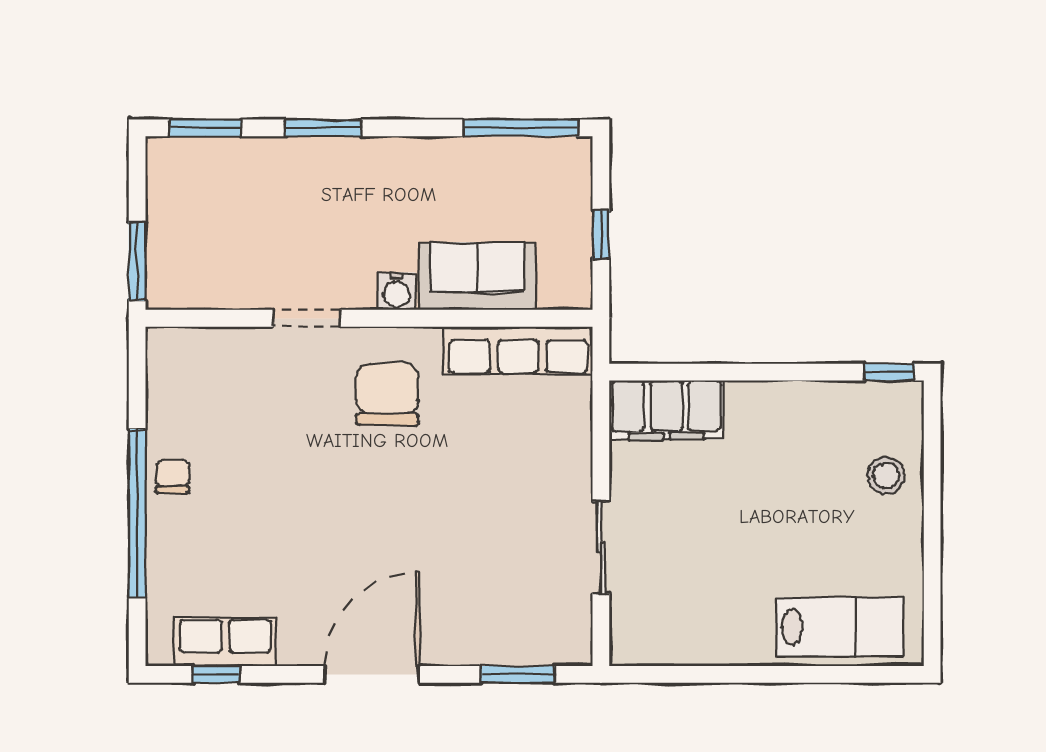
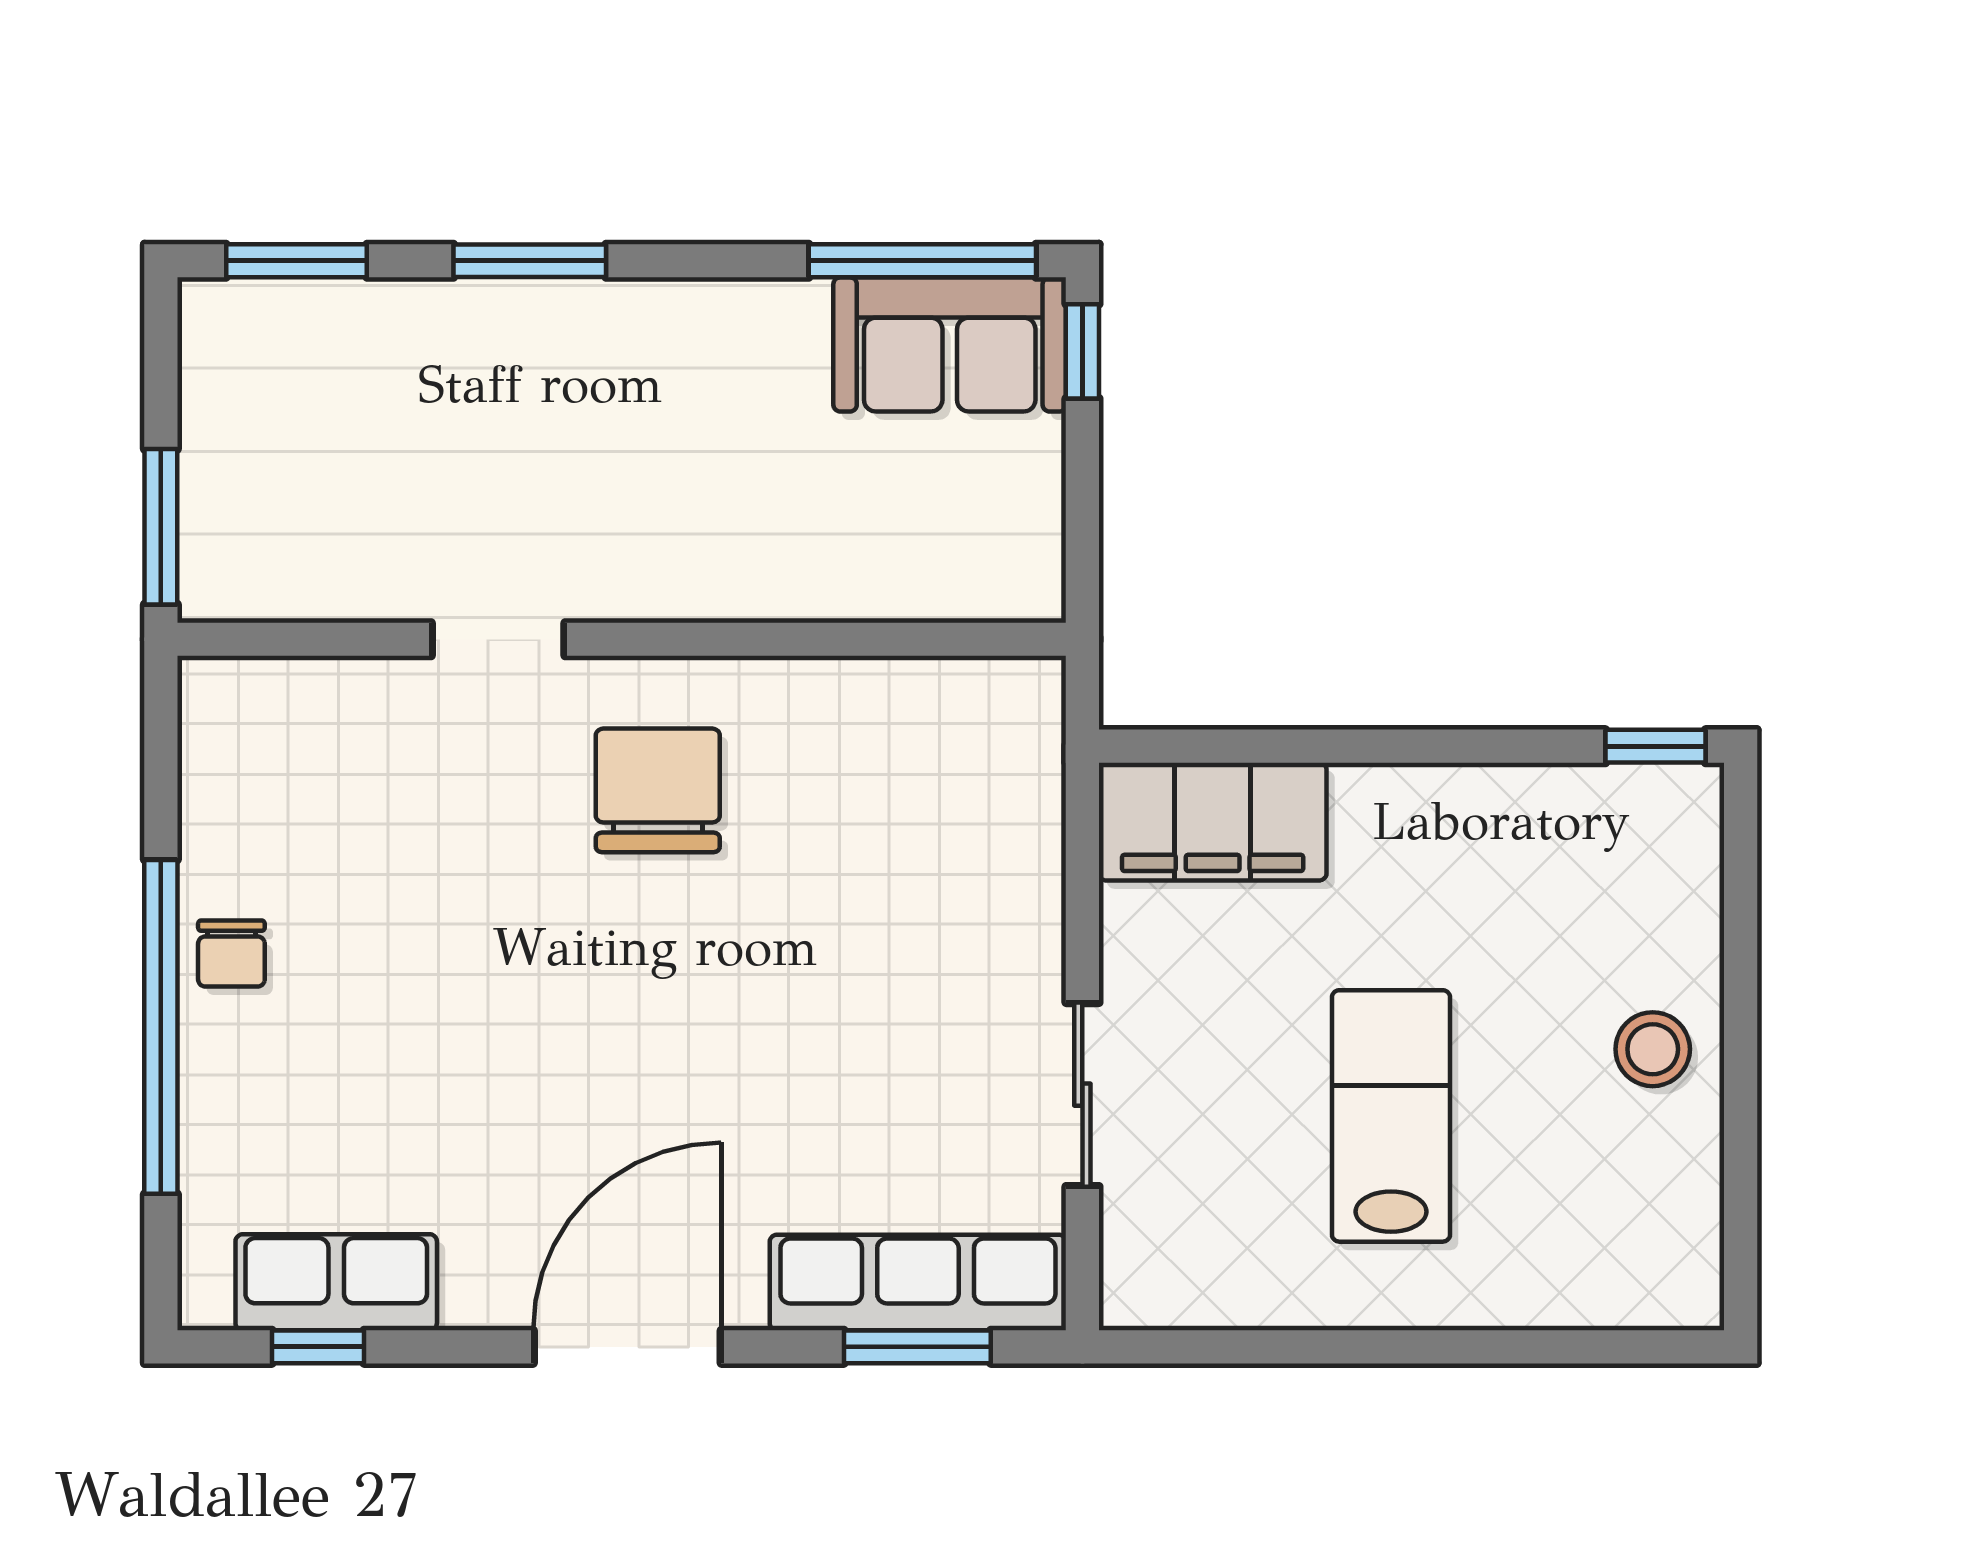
window: (601, 234) -> (1082, 351), moved
sofa: (477, 276) -> (950, 344), moved, turned 180
water cooler: (397, 291) -> (676, 585), removed
row of seats: (518, 351) -> (918, 1282), moved, turned 180
stool: (886, 475) -> (1653, 1049), moved
chair: (173, 476) -> (231, 954), turned 180
lab bench: (840, 627) -> (1391, 1116), moved, turned -90

